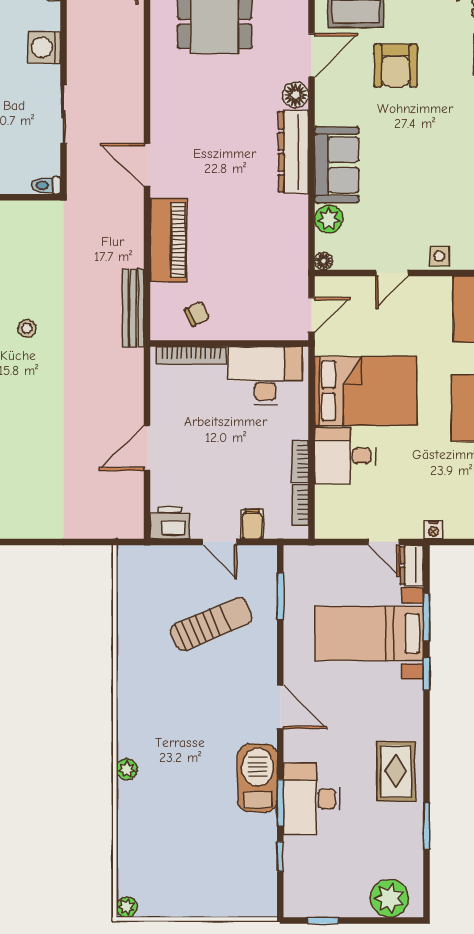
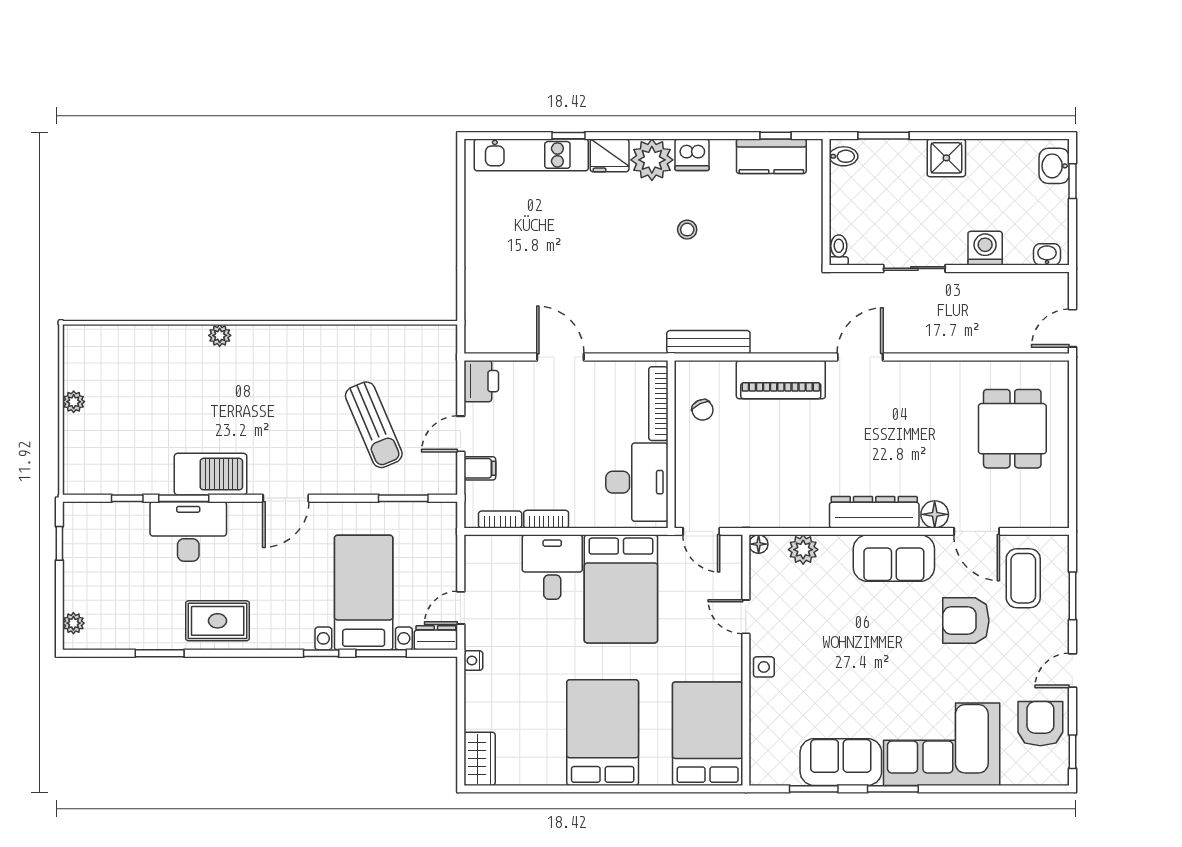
sofa: (337, 165) -> (894, 558), moved
plant: (389, 898) -> (73, 623), width x0.53, depth x0.53
plant: (127, 907) -> (74, 402), moved

